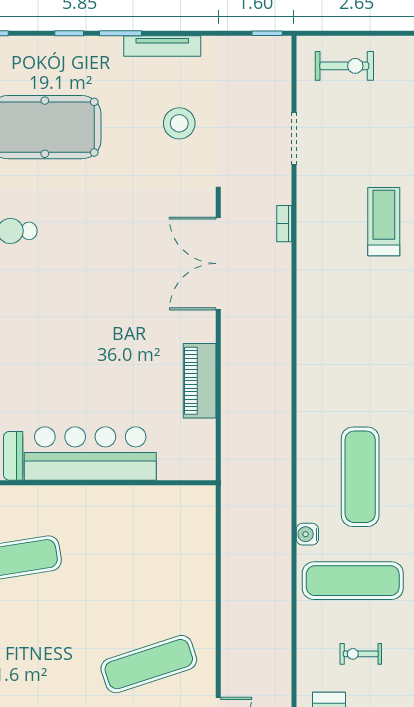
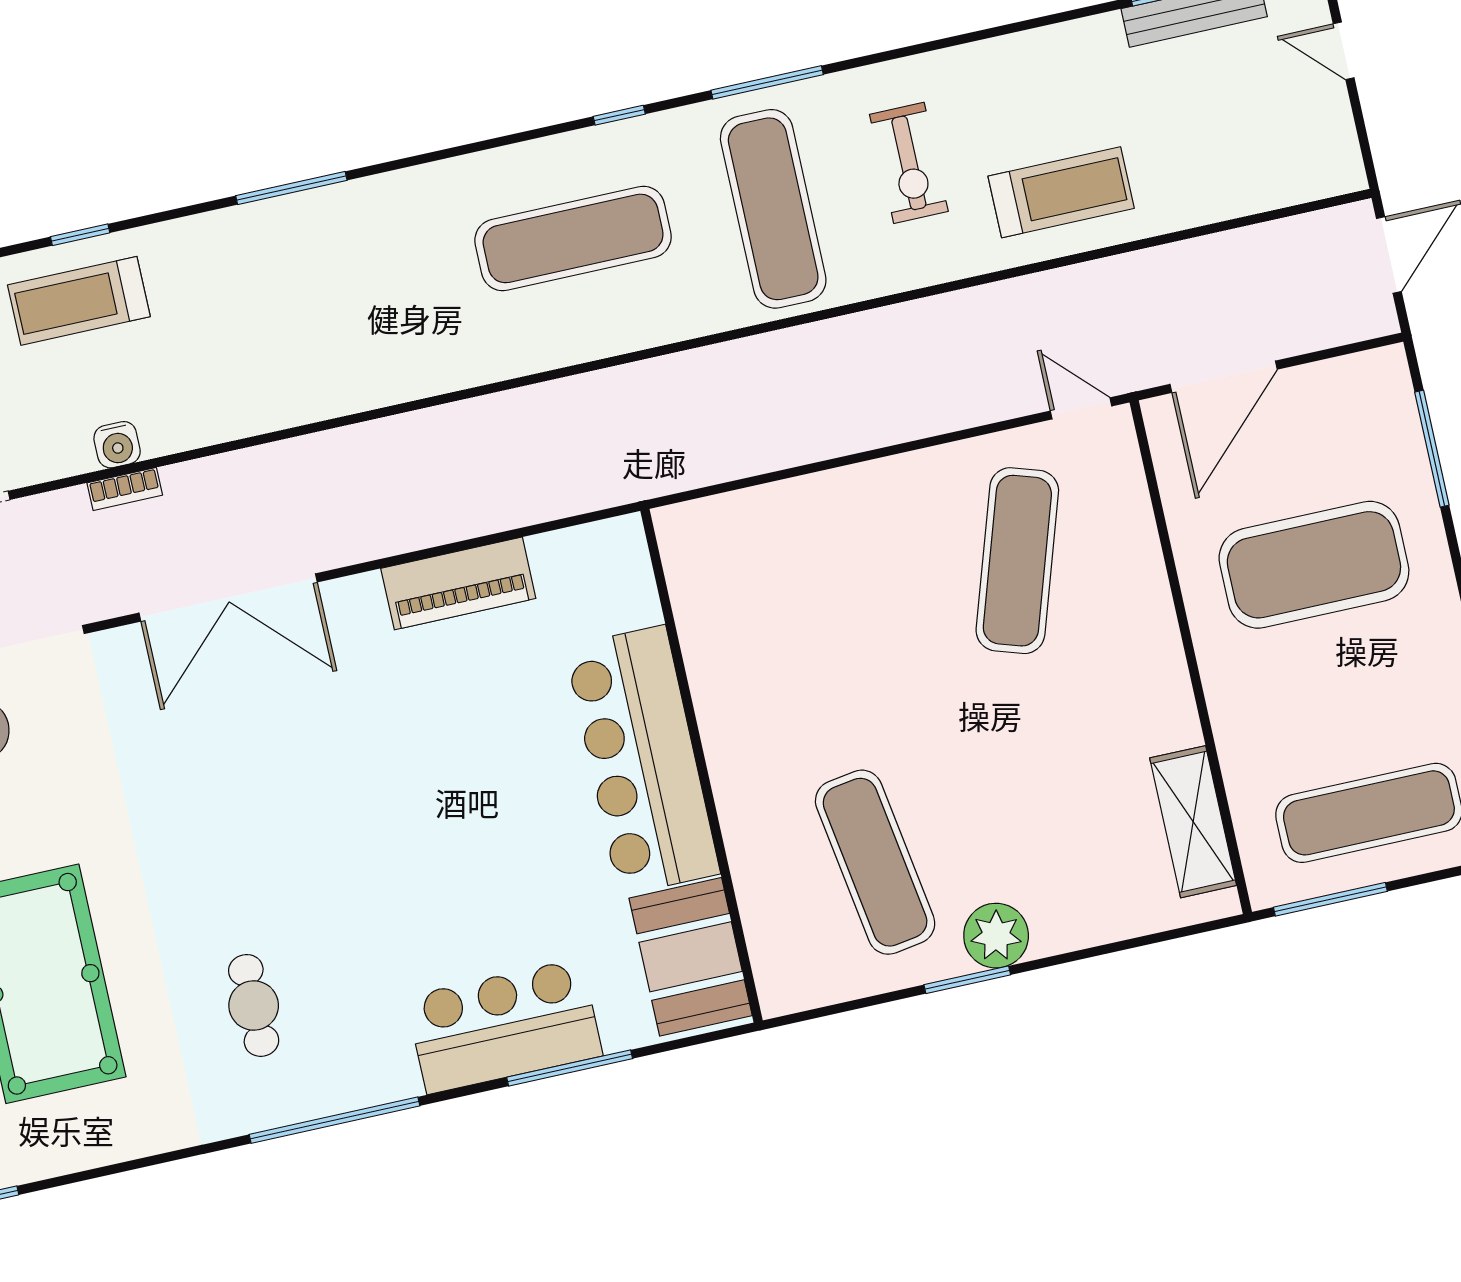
water cooler: (307, 534) -> (117, 445), moved
exercise bike: (361, 654) -> (909, 163), width x1.38, depth x1.39
exercise mat: (149, 664) -> (1017, 561), turned 36

